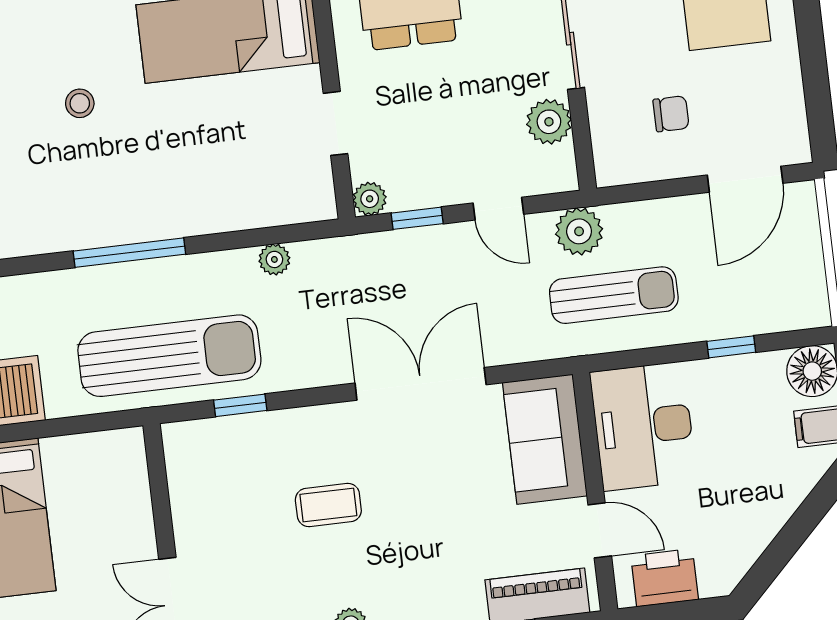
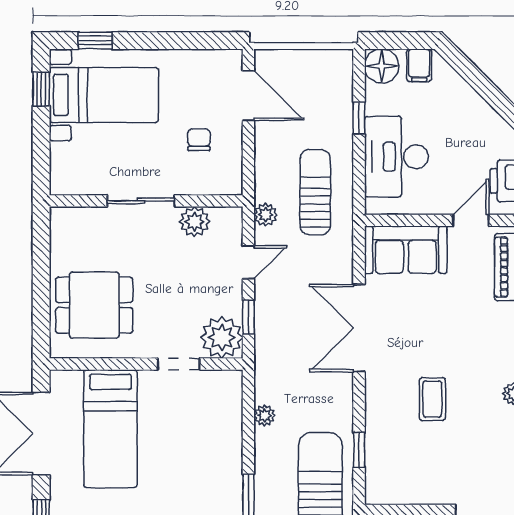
plant: (370, 199) -> (222, 337), width x1.88, depth x1.88
plant: (579, 231) -> (266, 215), width x0.73, depth x0.73
desk: (643, 426) -> (396, 157), moved, turned 90

